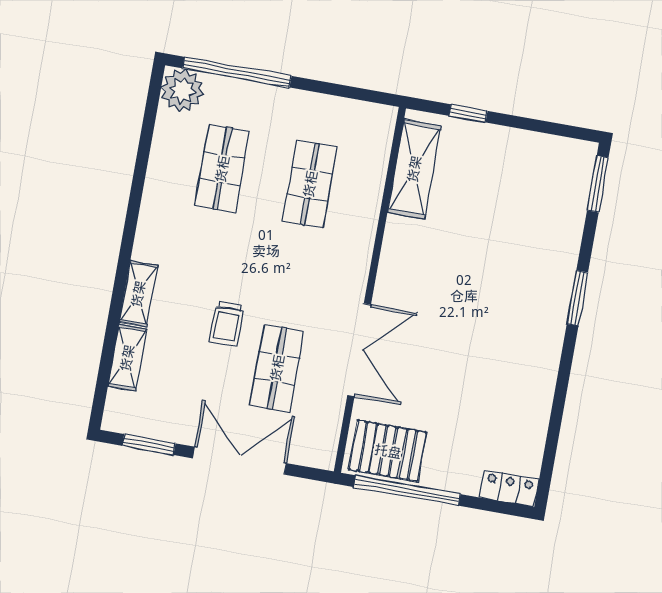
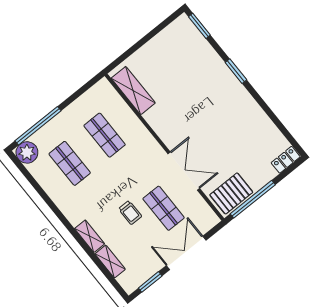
window: (468, 113) -> (130, 52), removed

